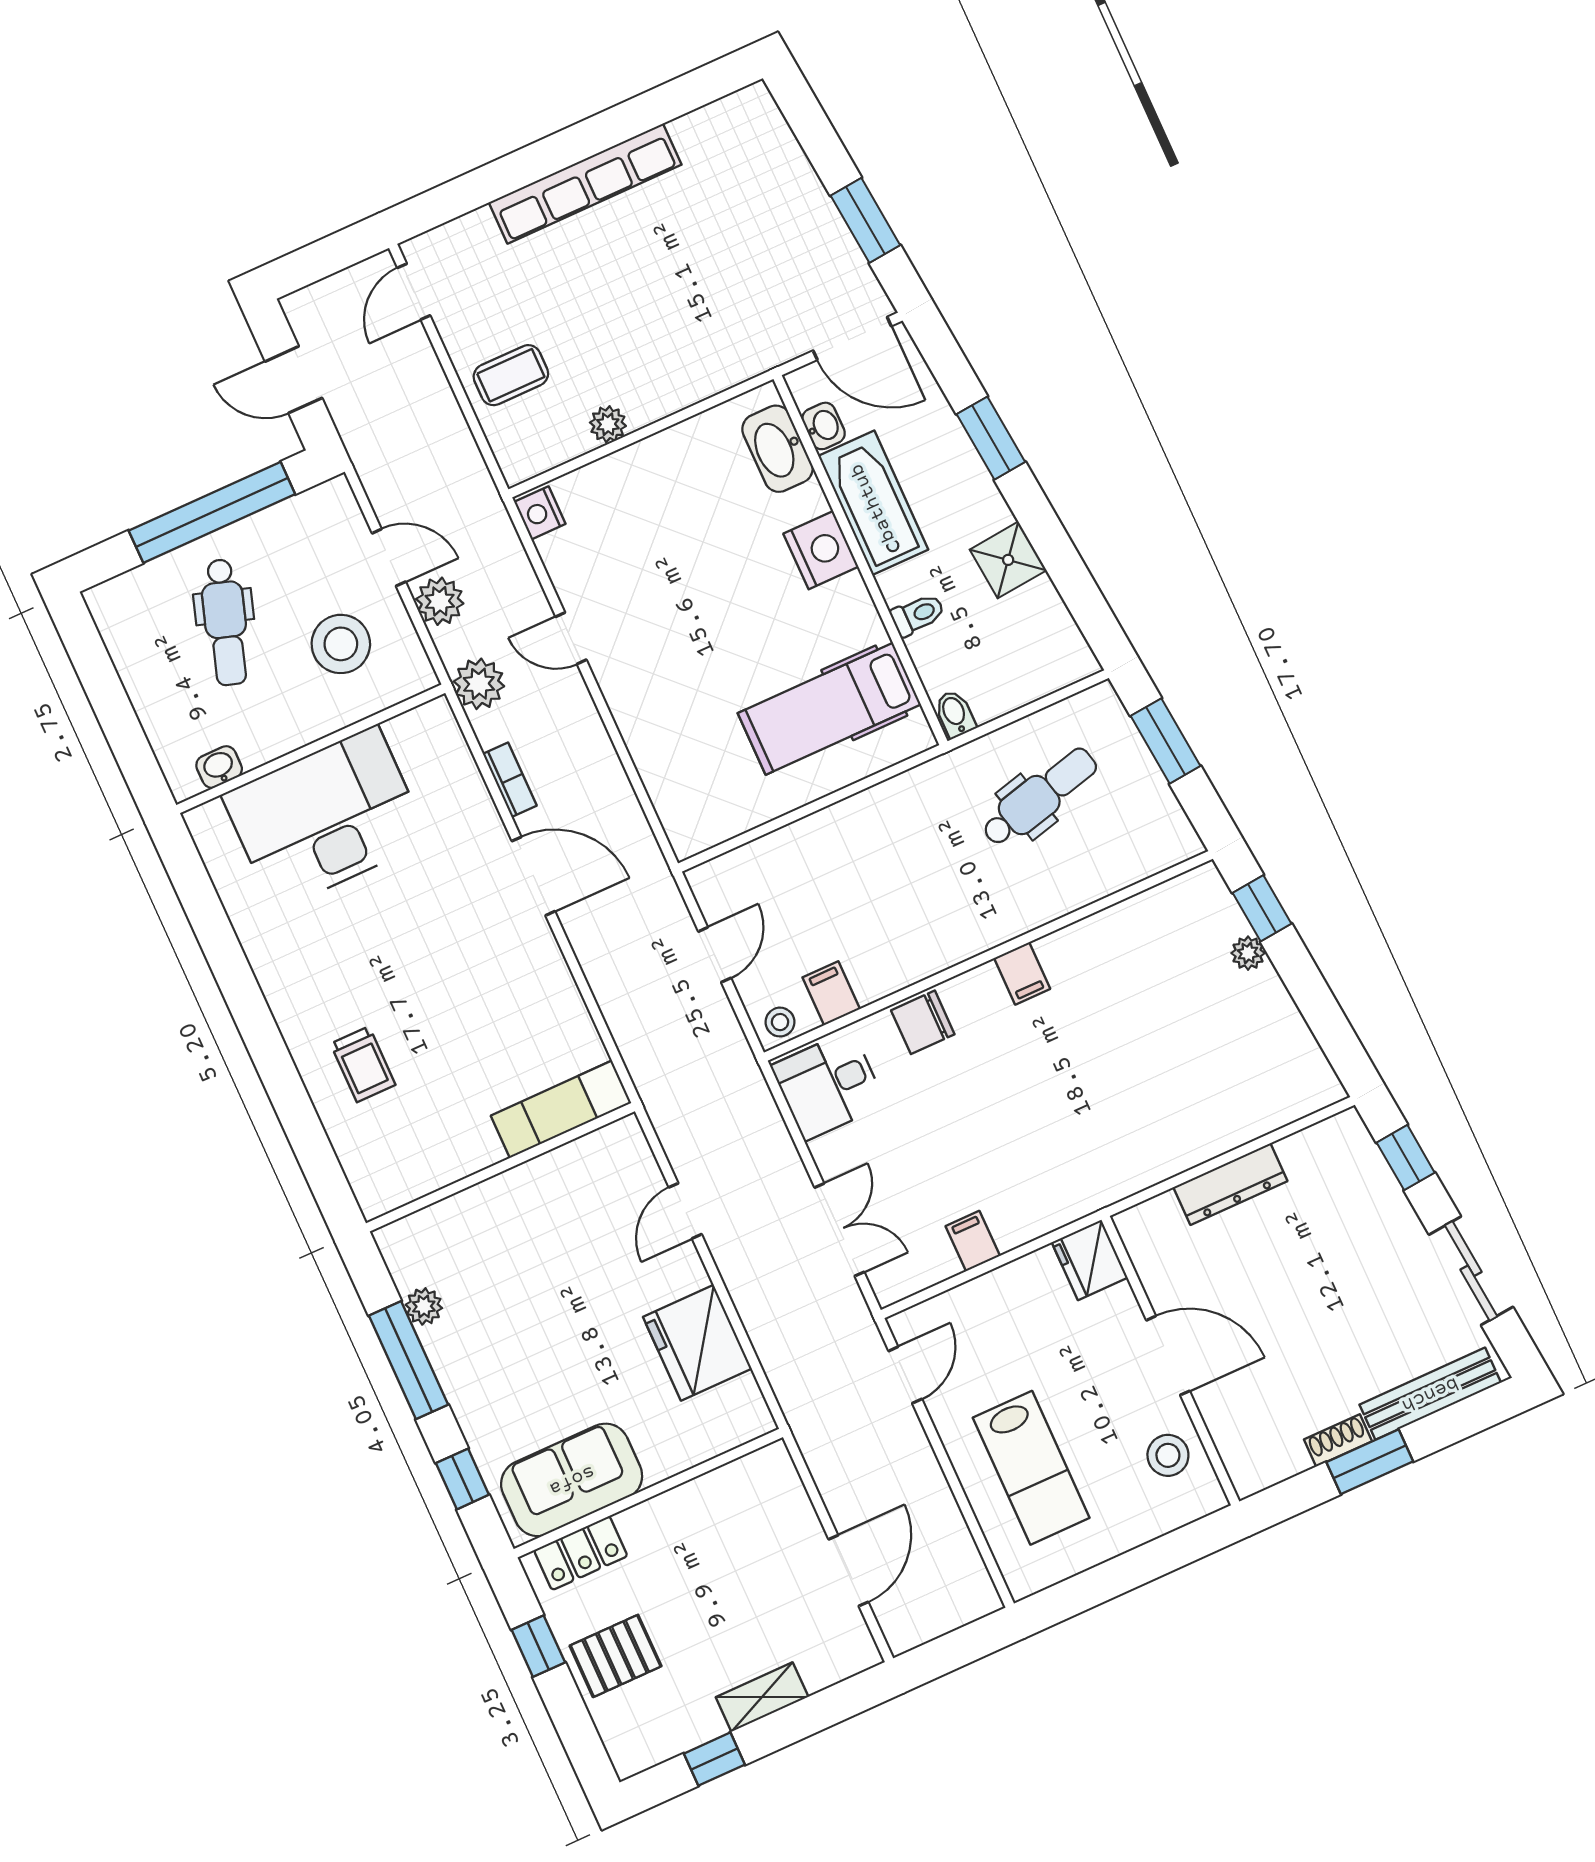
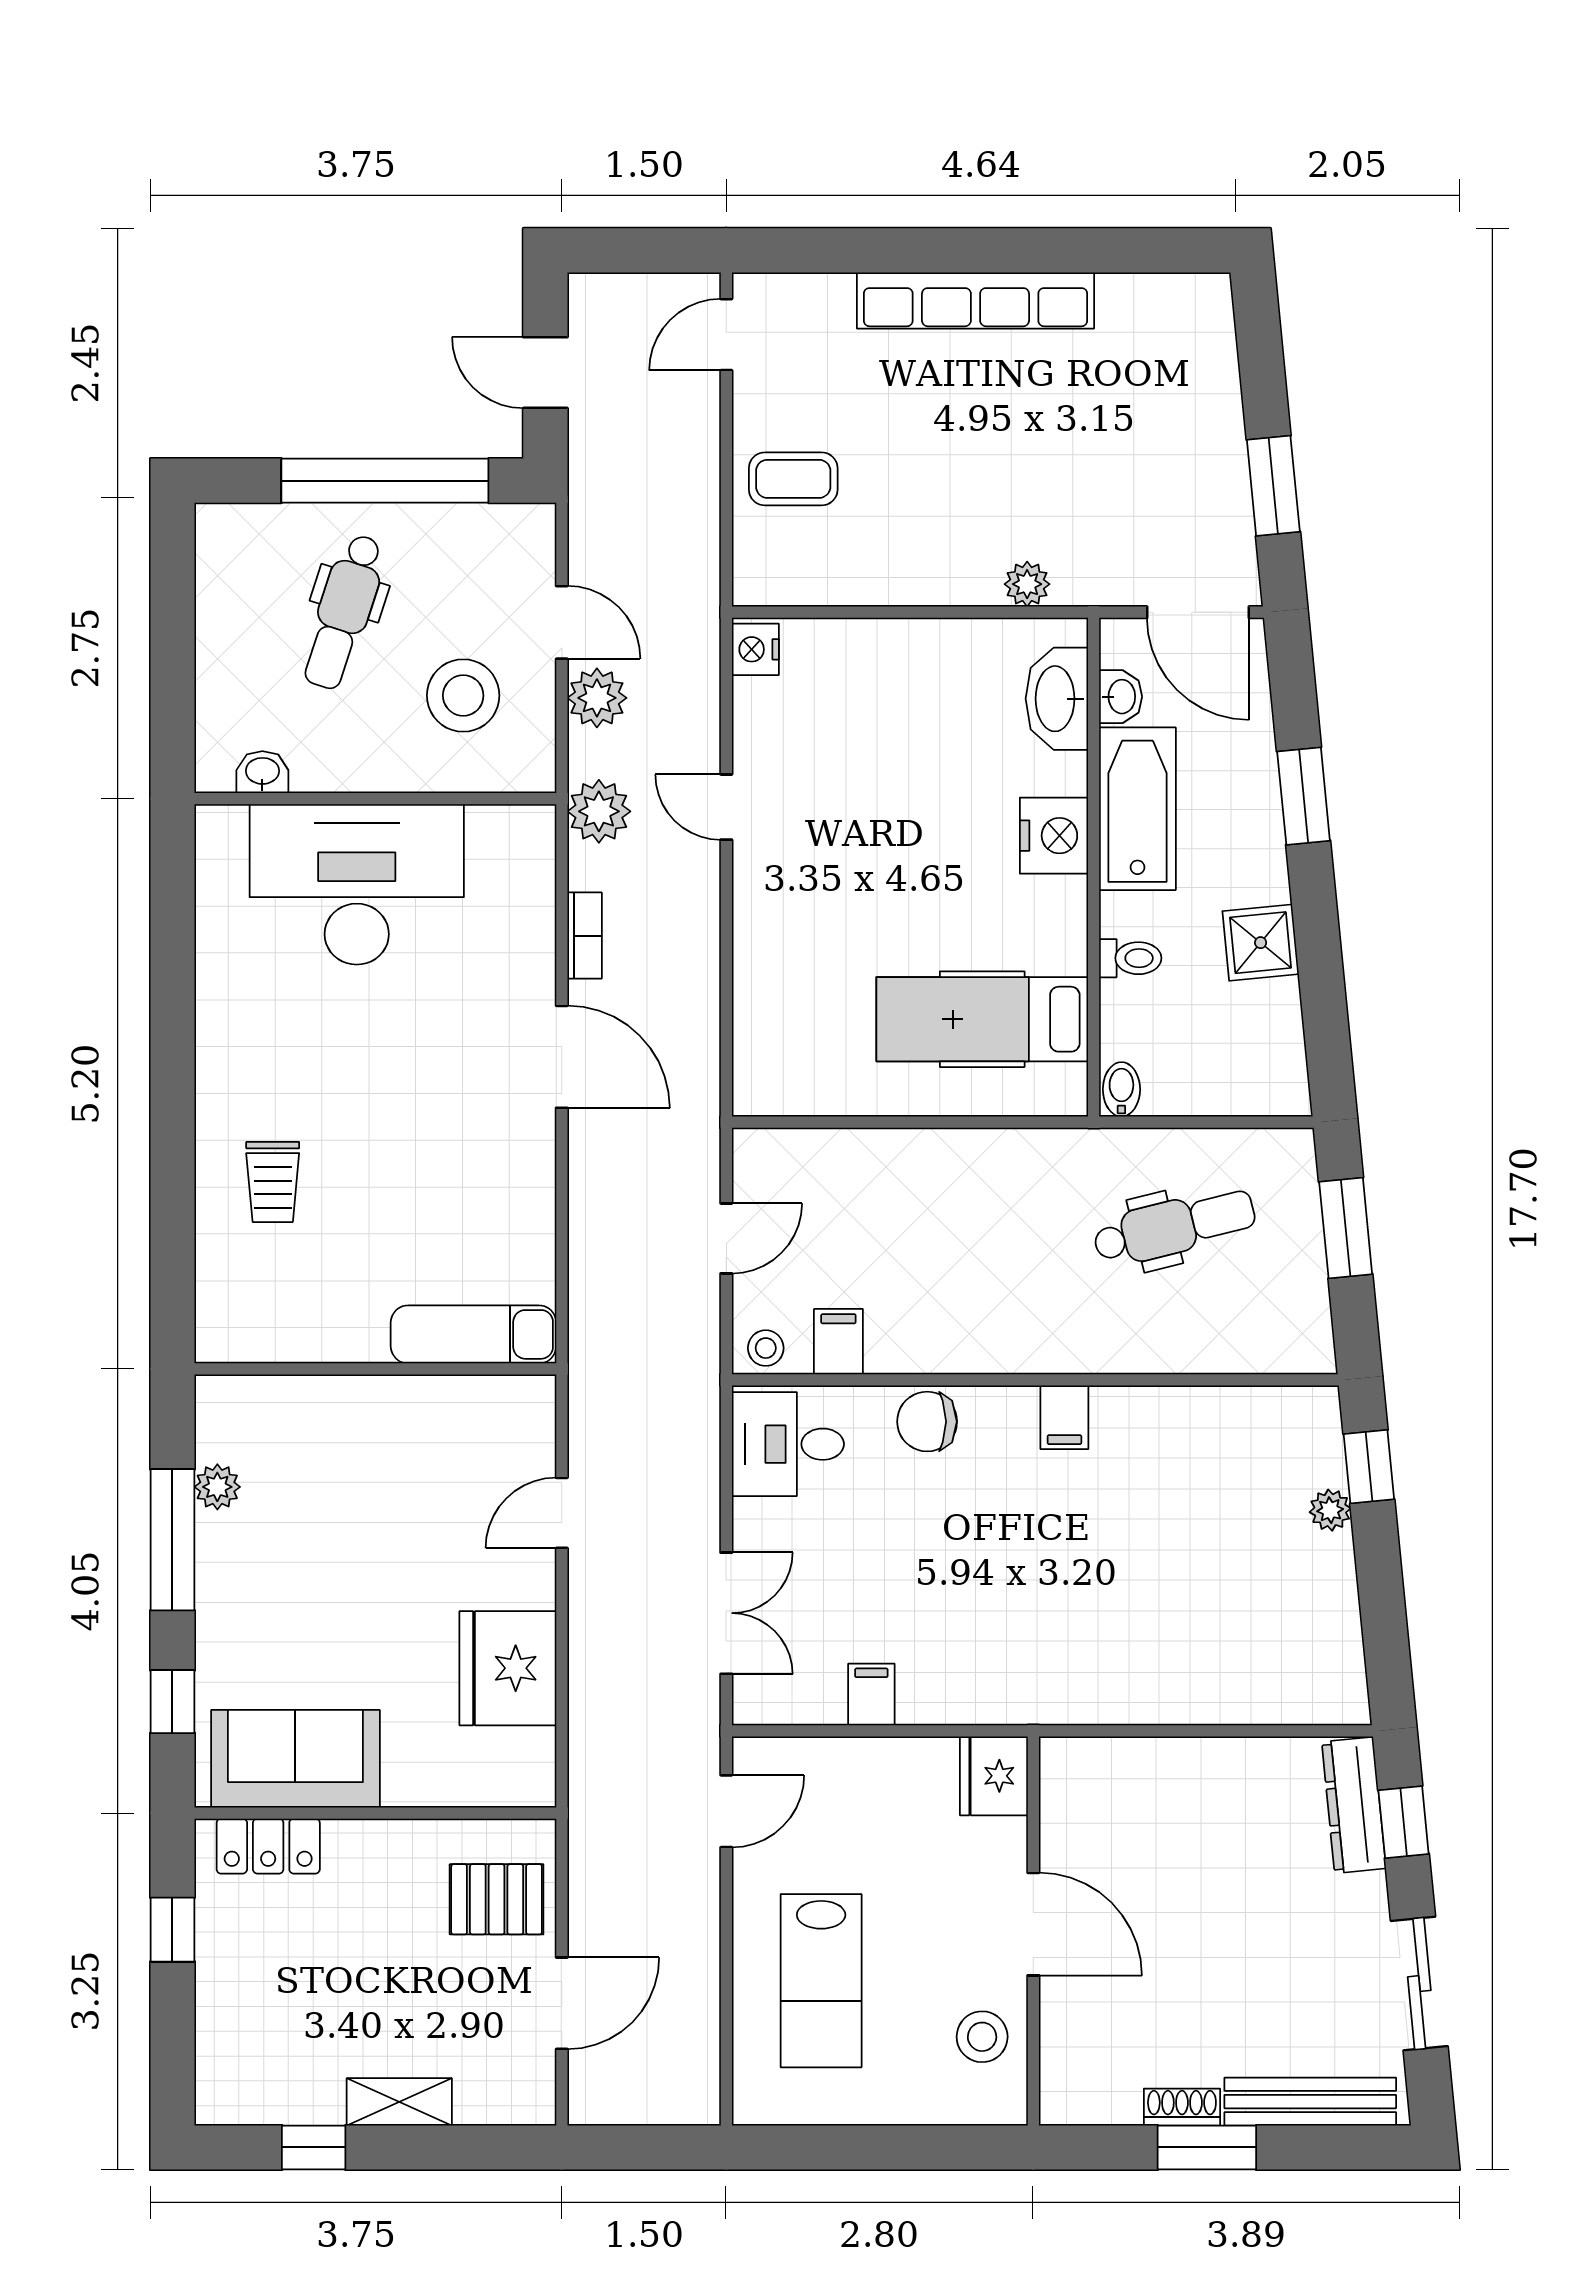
plant: (608, 424) -> (1027, 584), moved
dresser: (1230, 1184) -> (1354, 1805), moved, turned 84
pallet: (616, 1656) -> (497, 1899), moved

